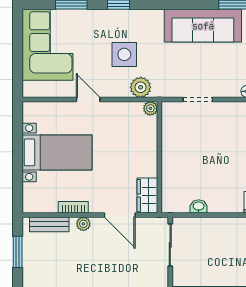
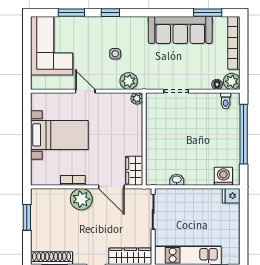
side table: (124, 54) -> (115, 54), width x0.54, depth x0.54
bench: (49, 224) -> (53, 194), removed
plant: (83, 224) -> (81, 199), width x1.88, depth x1.88

